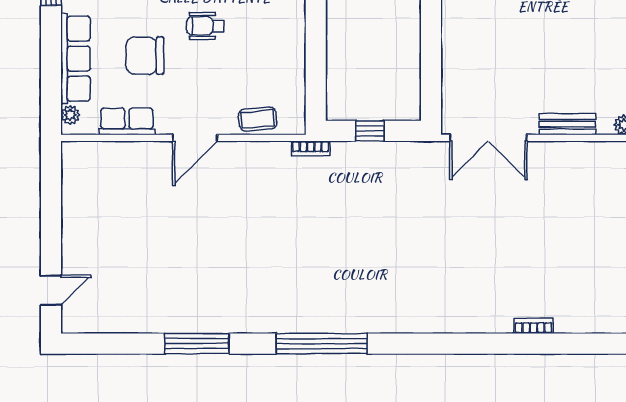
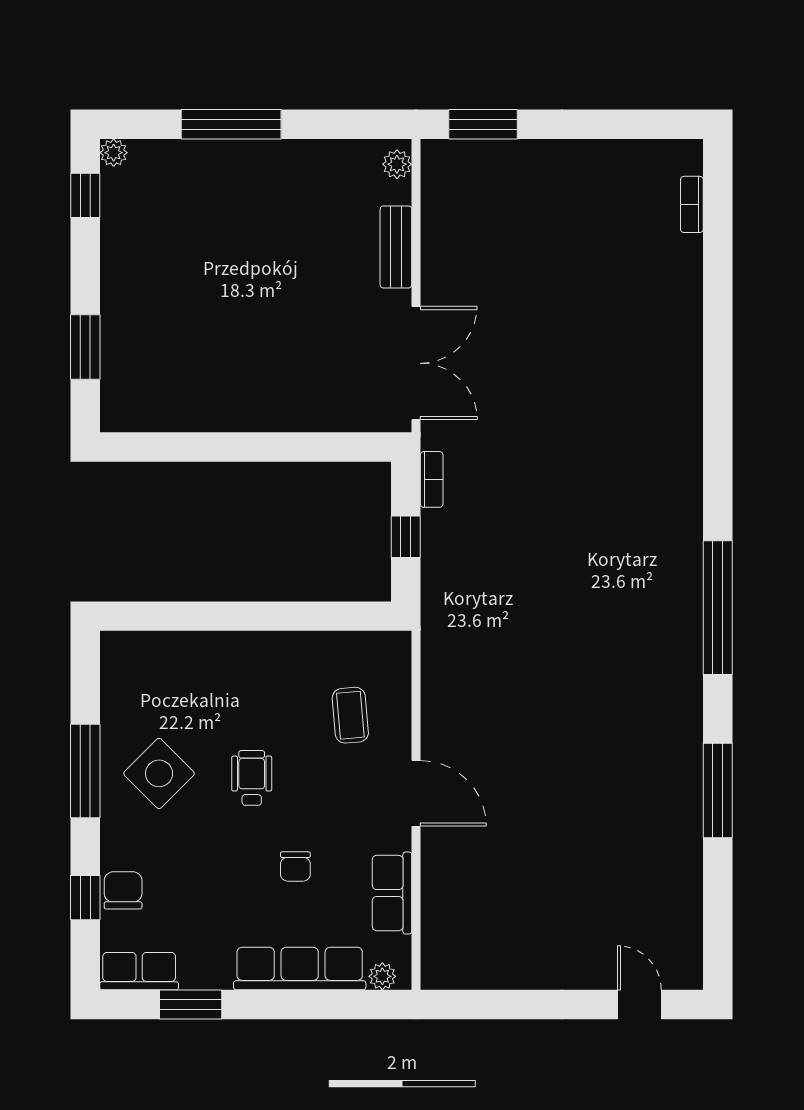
wheelchair: (205, 26) -> (252, 778), turned 180
chair: (145, 56) -> (295, 866), width x0.54, depth x0.54
coffee table: (258, 119) -> (350, 715), moved
bookcase: (311, 149) -> (432, 479), moved
bookcase: (534, 326) -> (692, 204), moved

